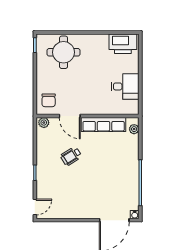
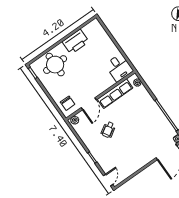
printer: (123, 44) -> (76, 42), moved
desk: (125, 86) -> (119, 68), moved, turned 90
door: (70, 116) -> (89, 104), hinge flipped

